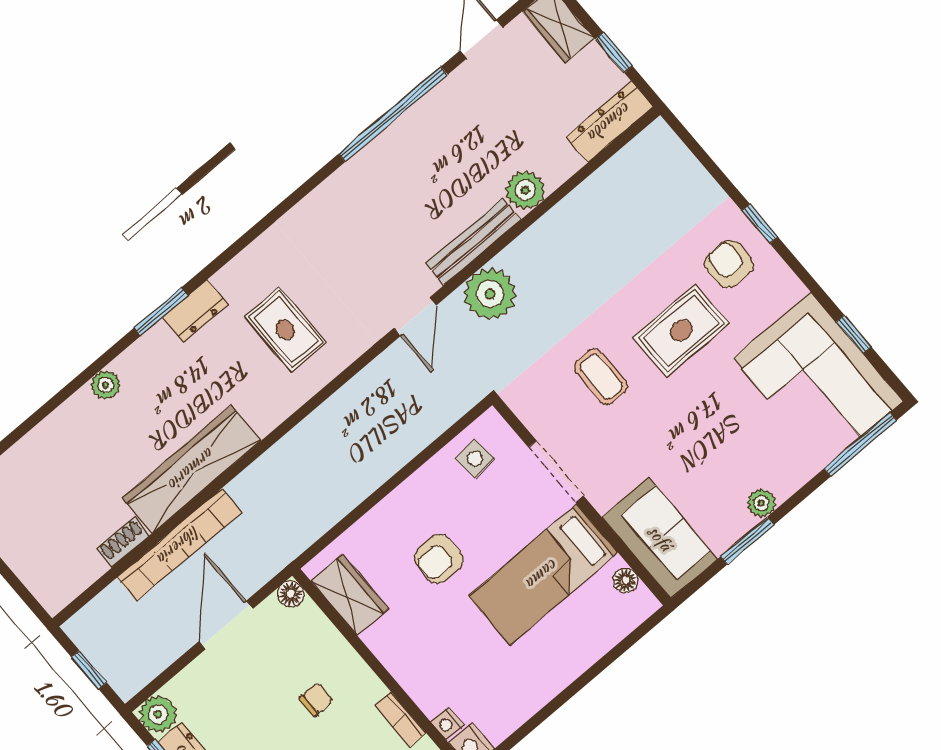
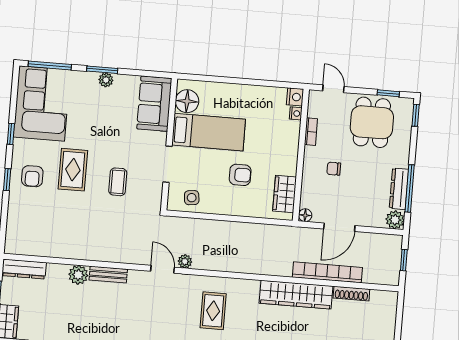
bench: (473, 242) -> (108, 275), width x0.73
plant: (490, 294) -> (185, 261), moved, width x0.53, depth x0.53
door: (415, 317) -> (162, 269), hinge flipped
rug: (681, 330) -> (73, 170), turned 90
window: (854, 334) -> (11, 134), moved
window: (747, 541) -> (102, 70), moved
shoe rack: (123, 542) -> (351, 294), width x1.43
floor lamp: (626, 580) -> (187, 101), width x1.89, depth x1.89

